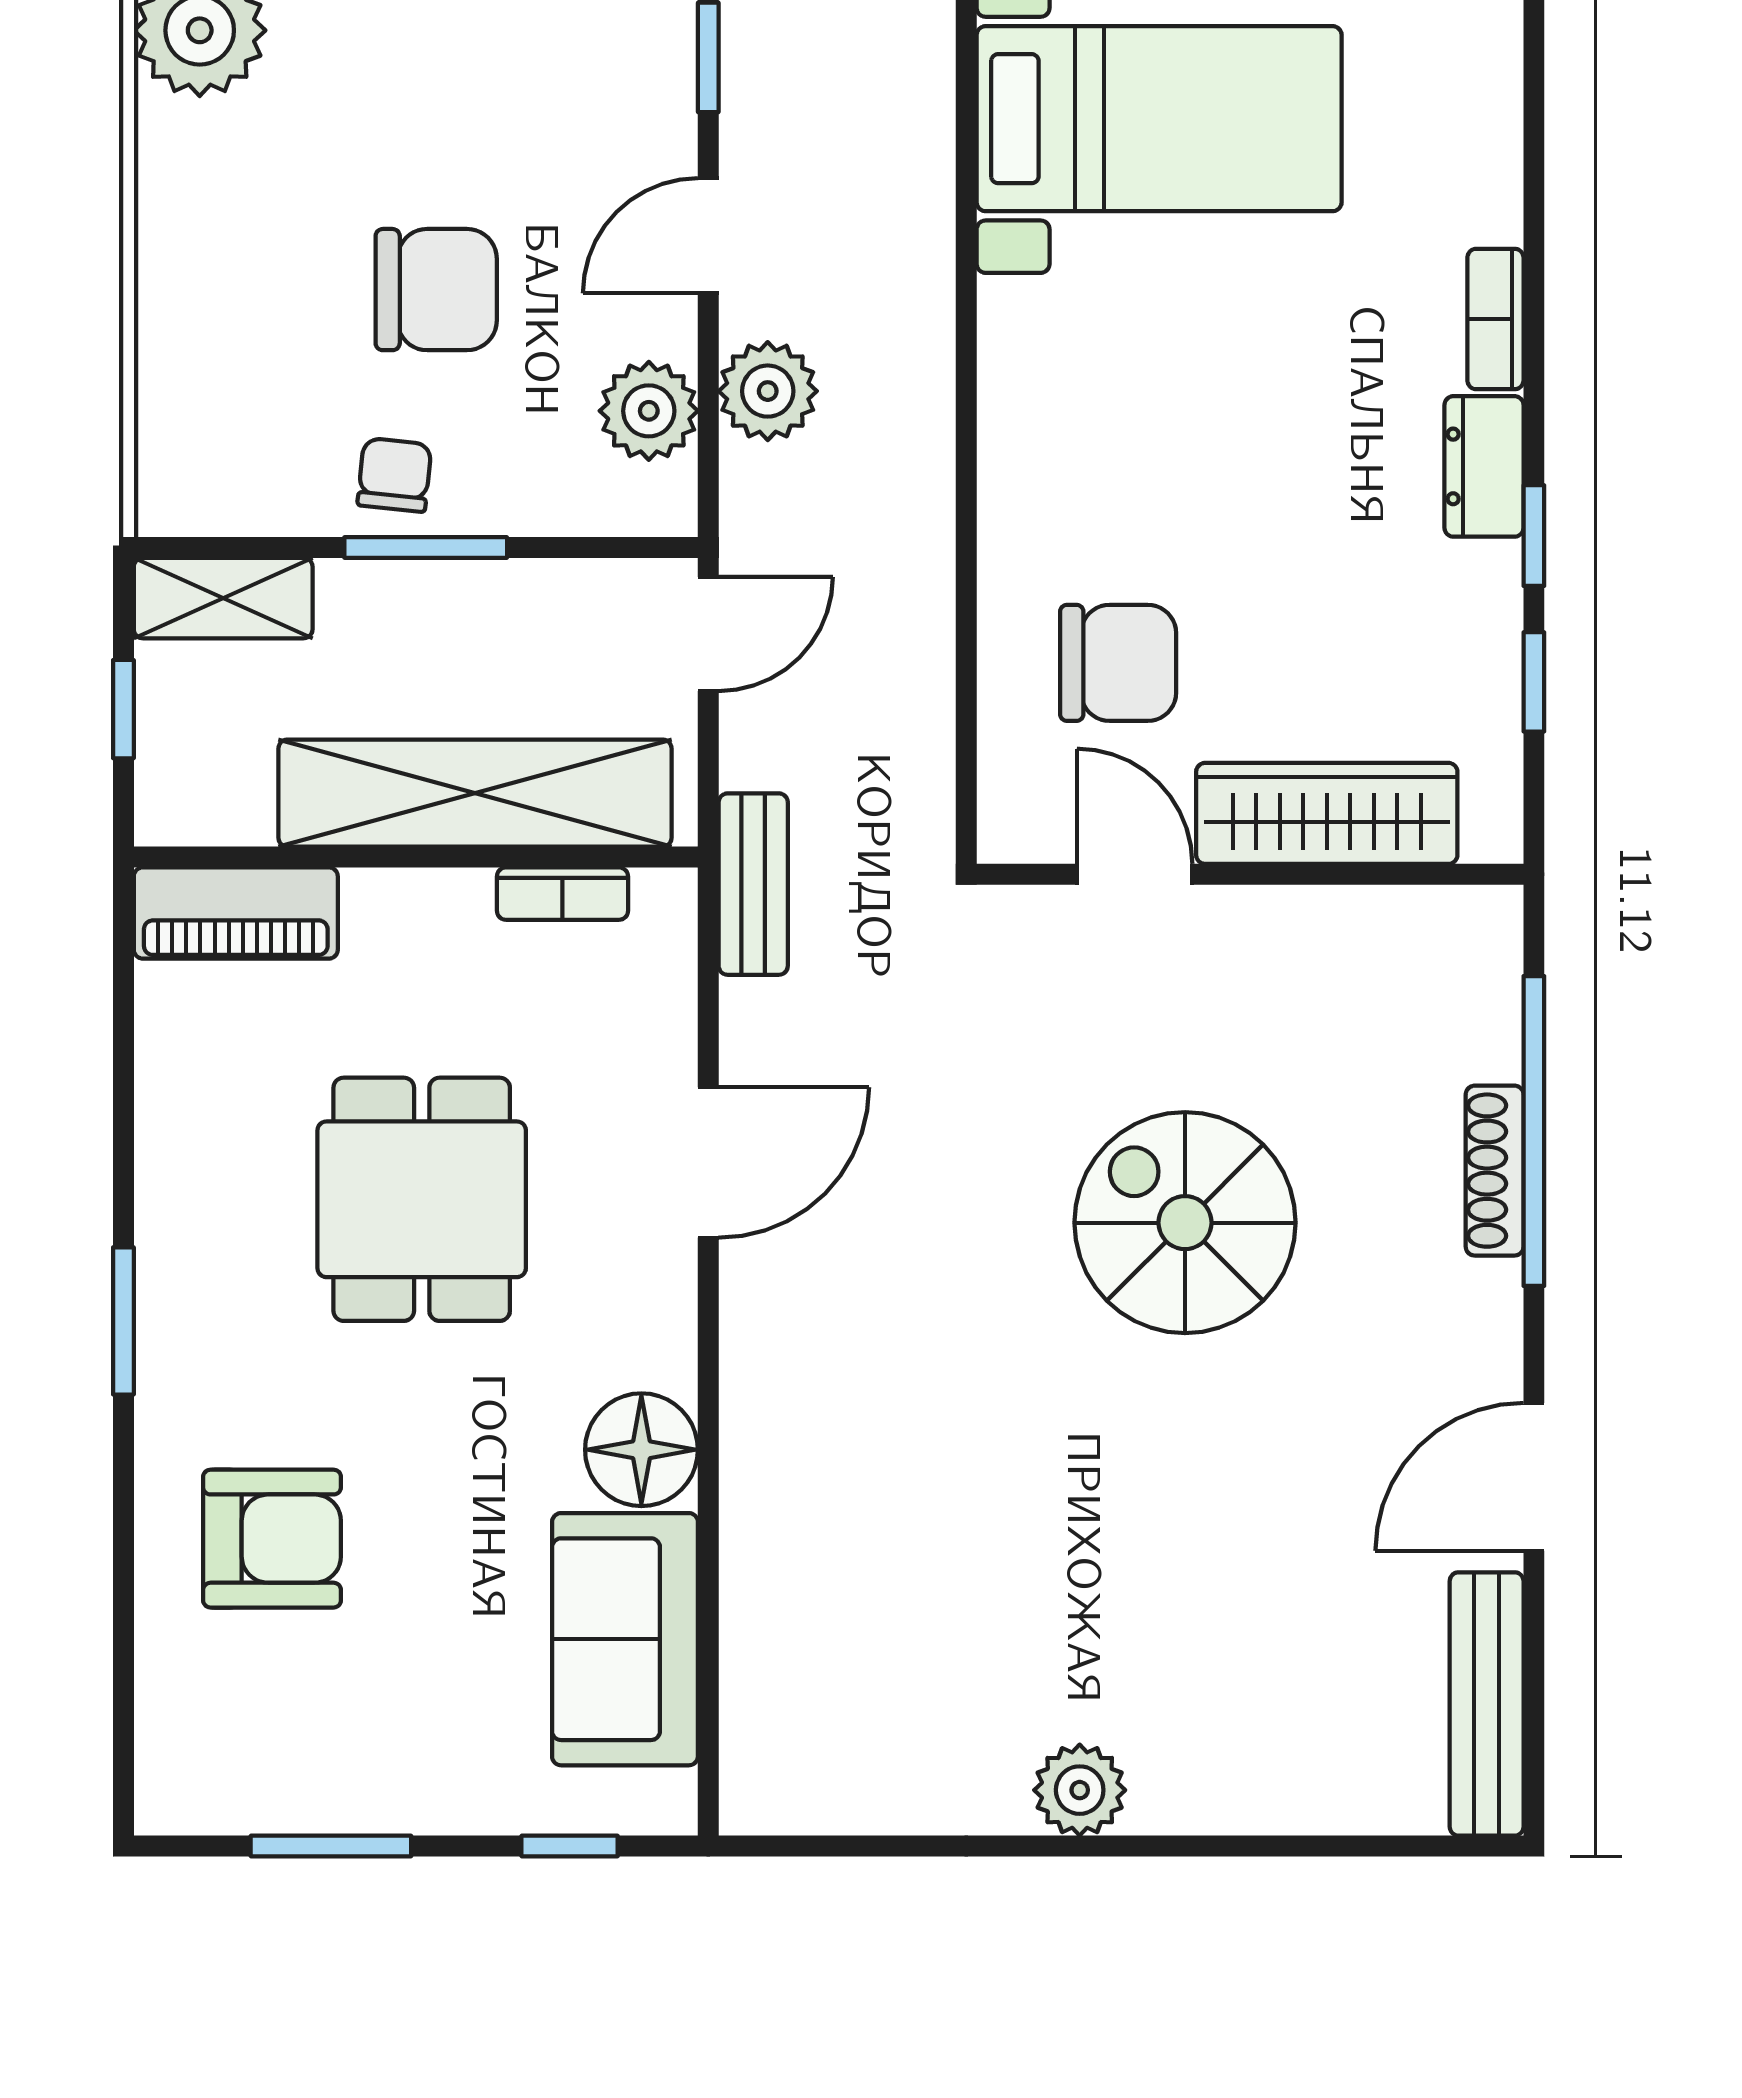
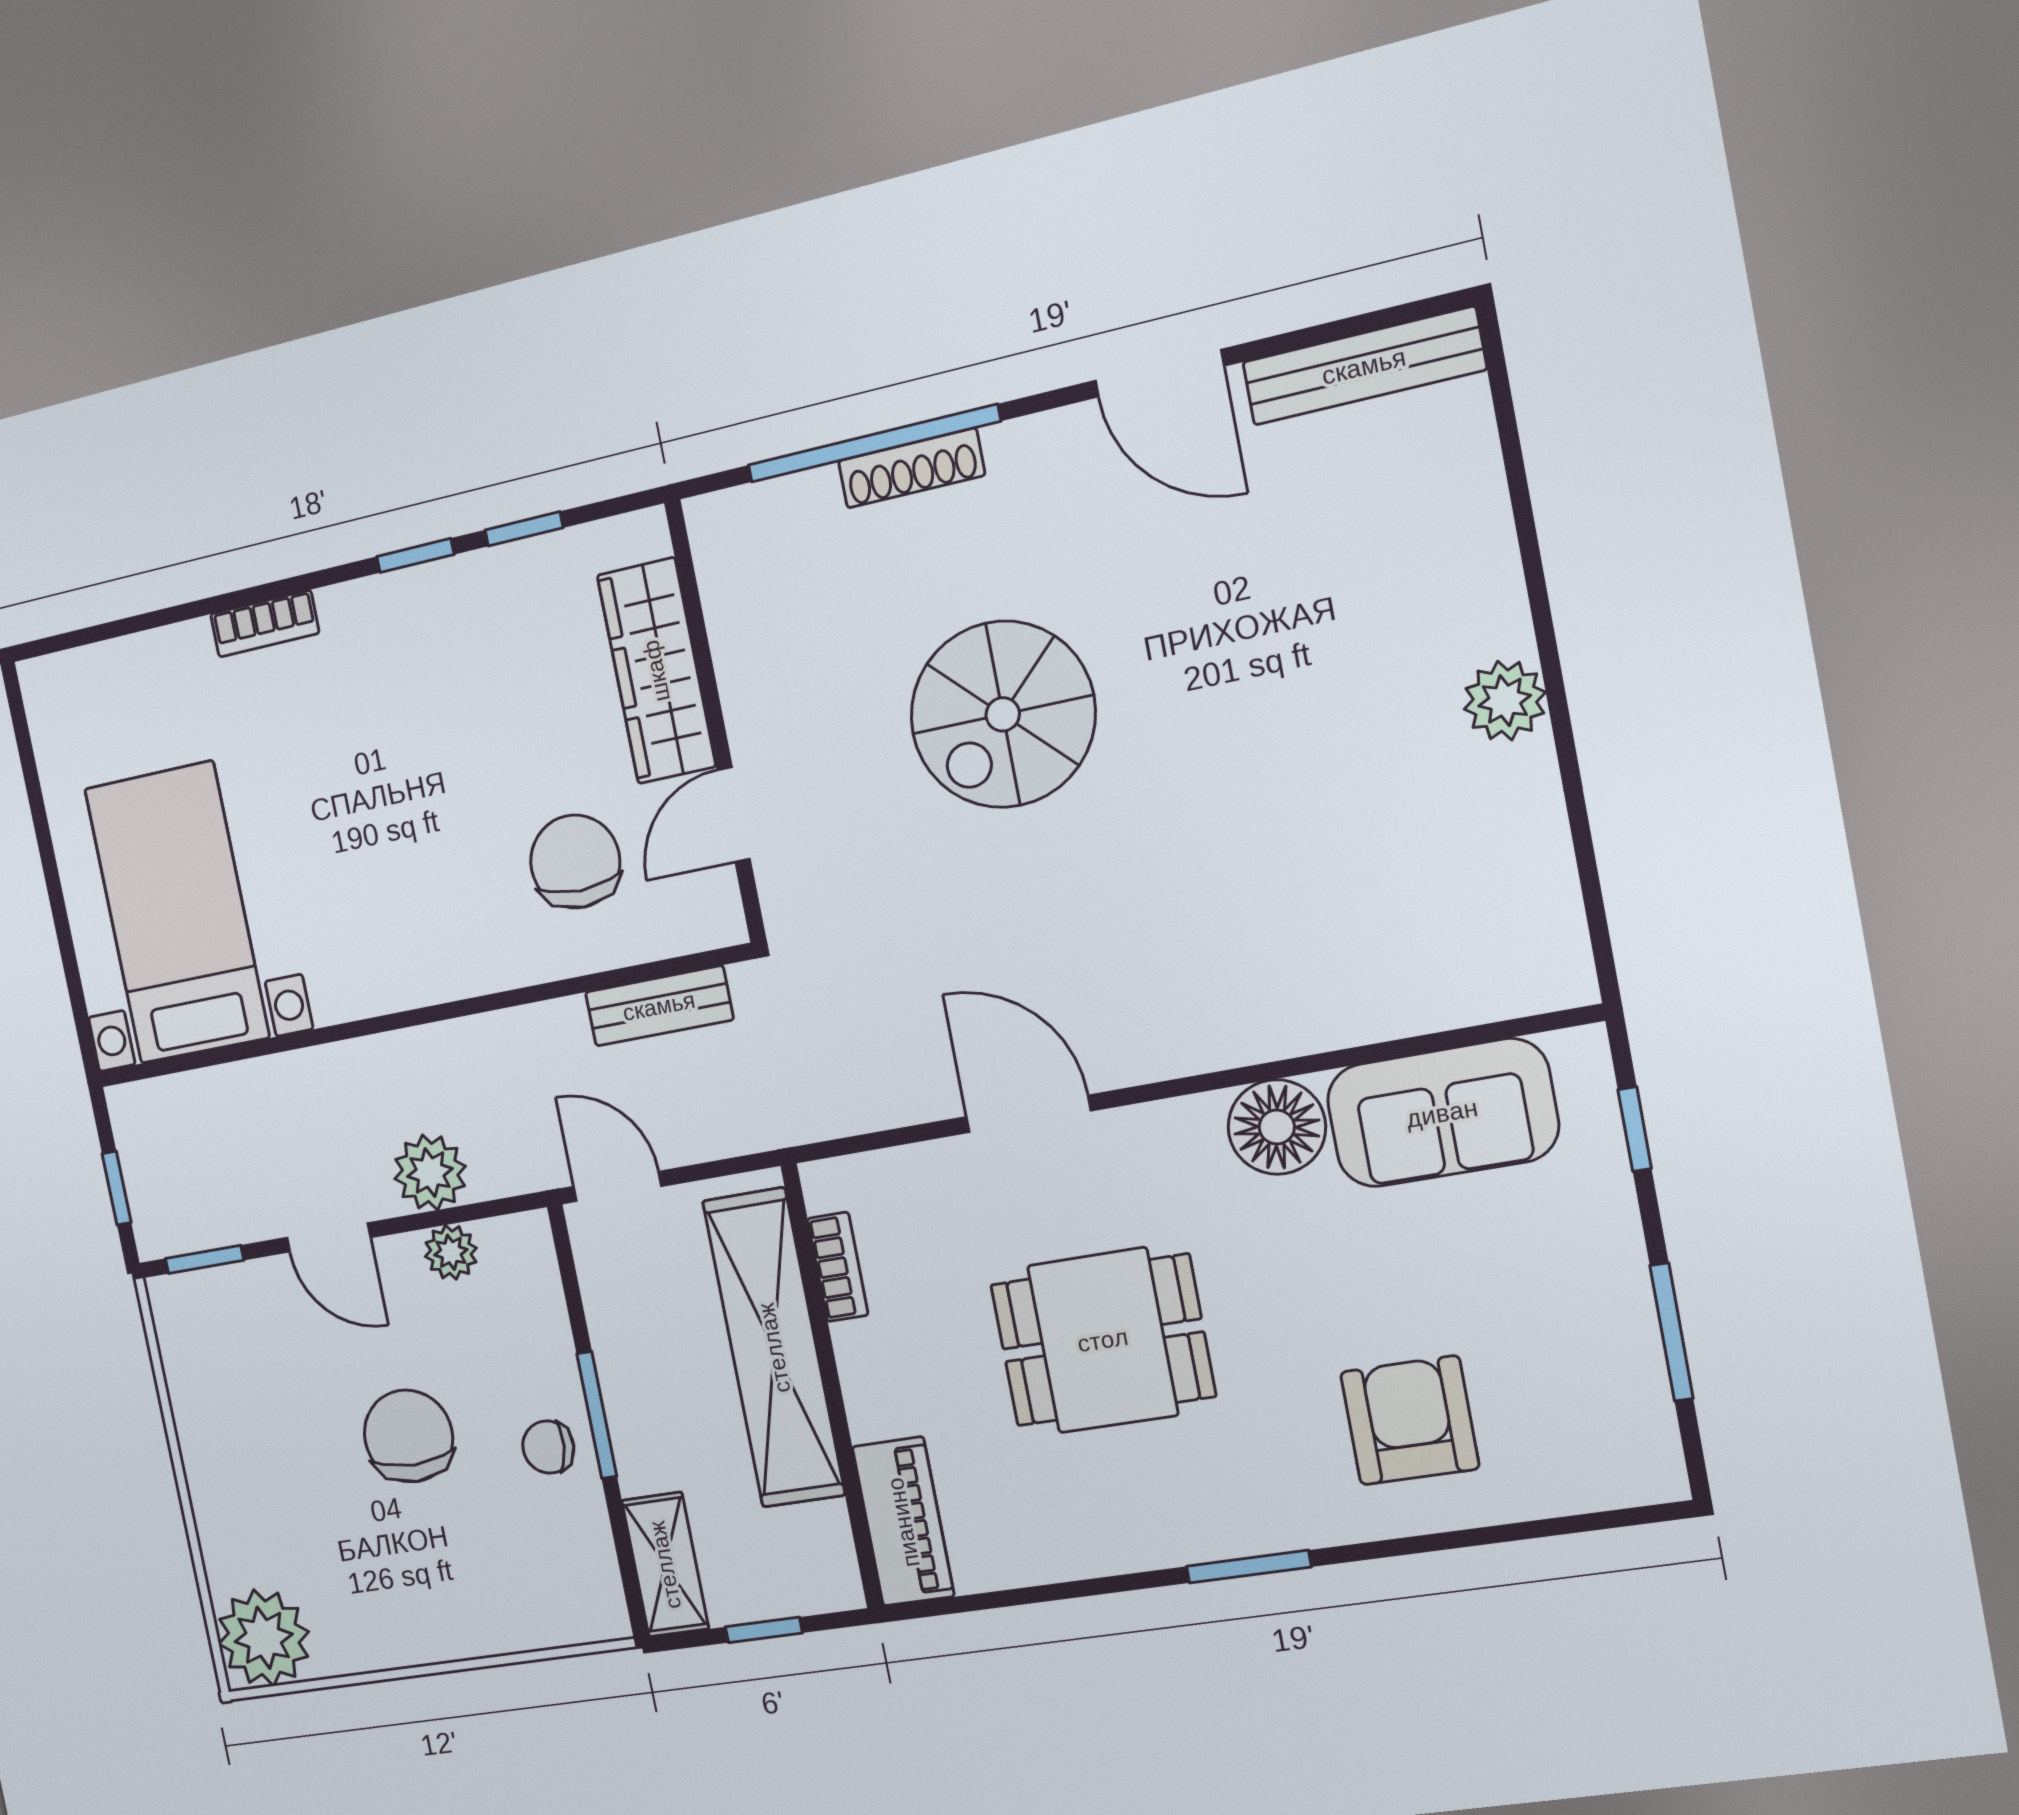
plant: (649, 411) -> (451, 1252), width x0.73, depth x0.73
dresser: (1484, 466) -> (373, 607), removed
bench: (753, 884) -> (659, 1006), moved

